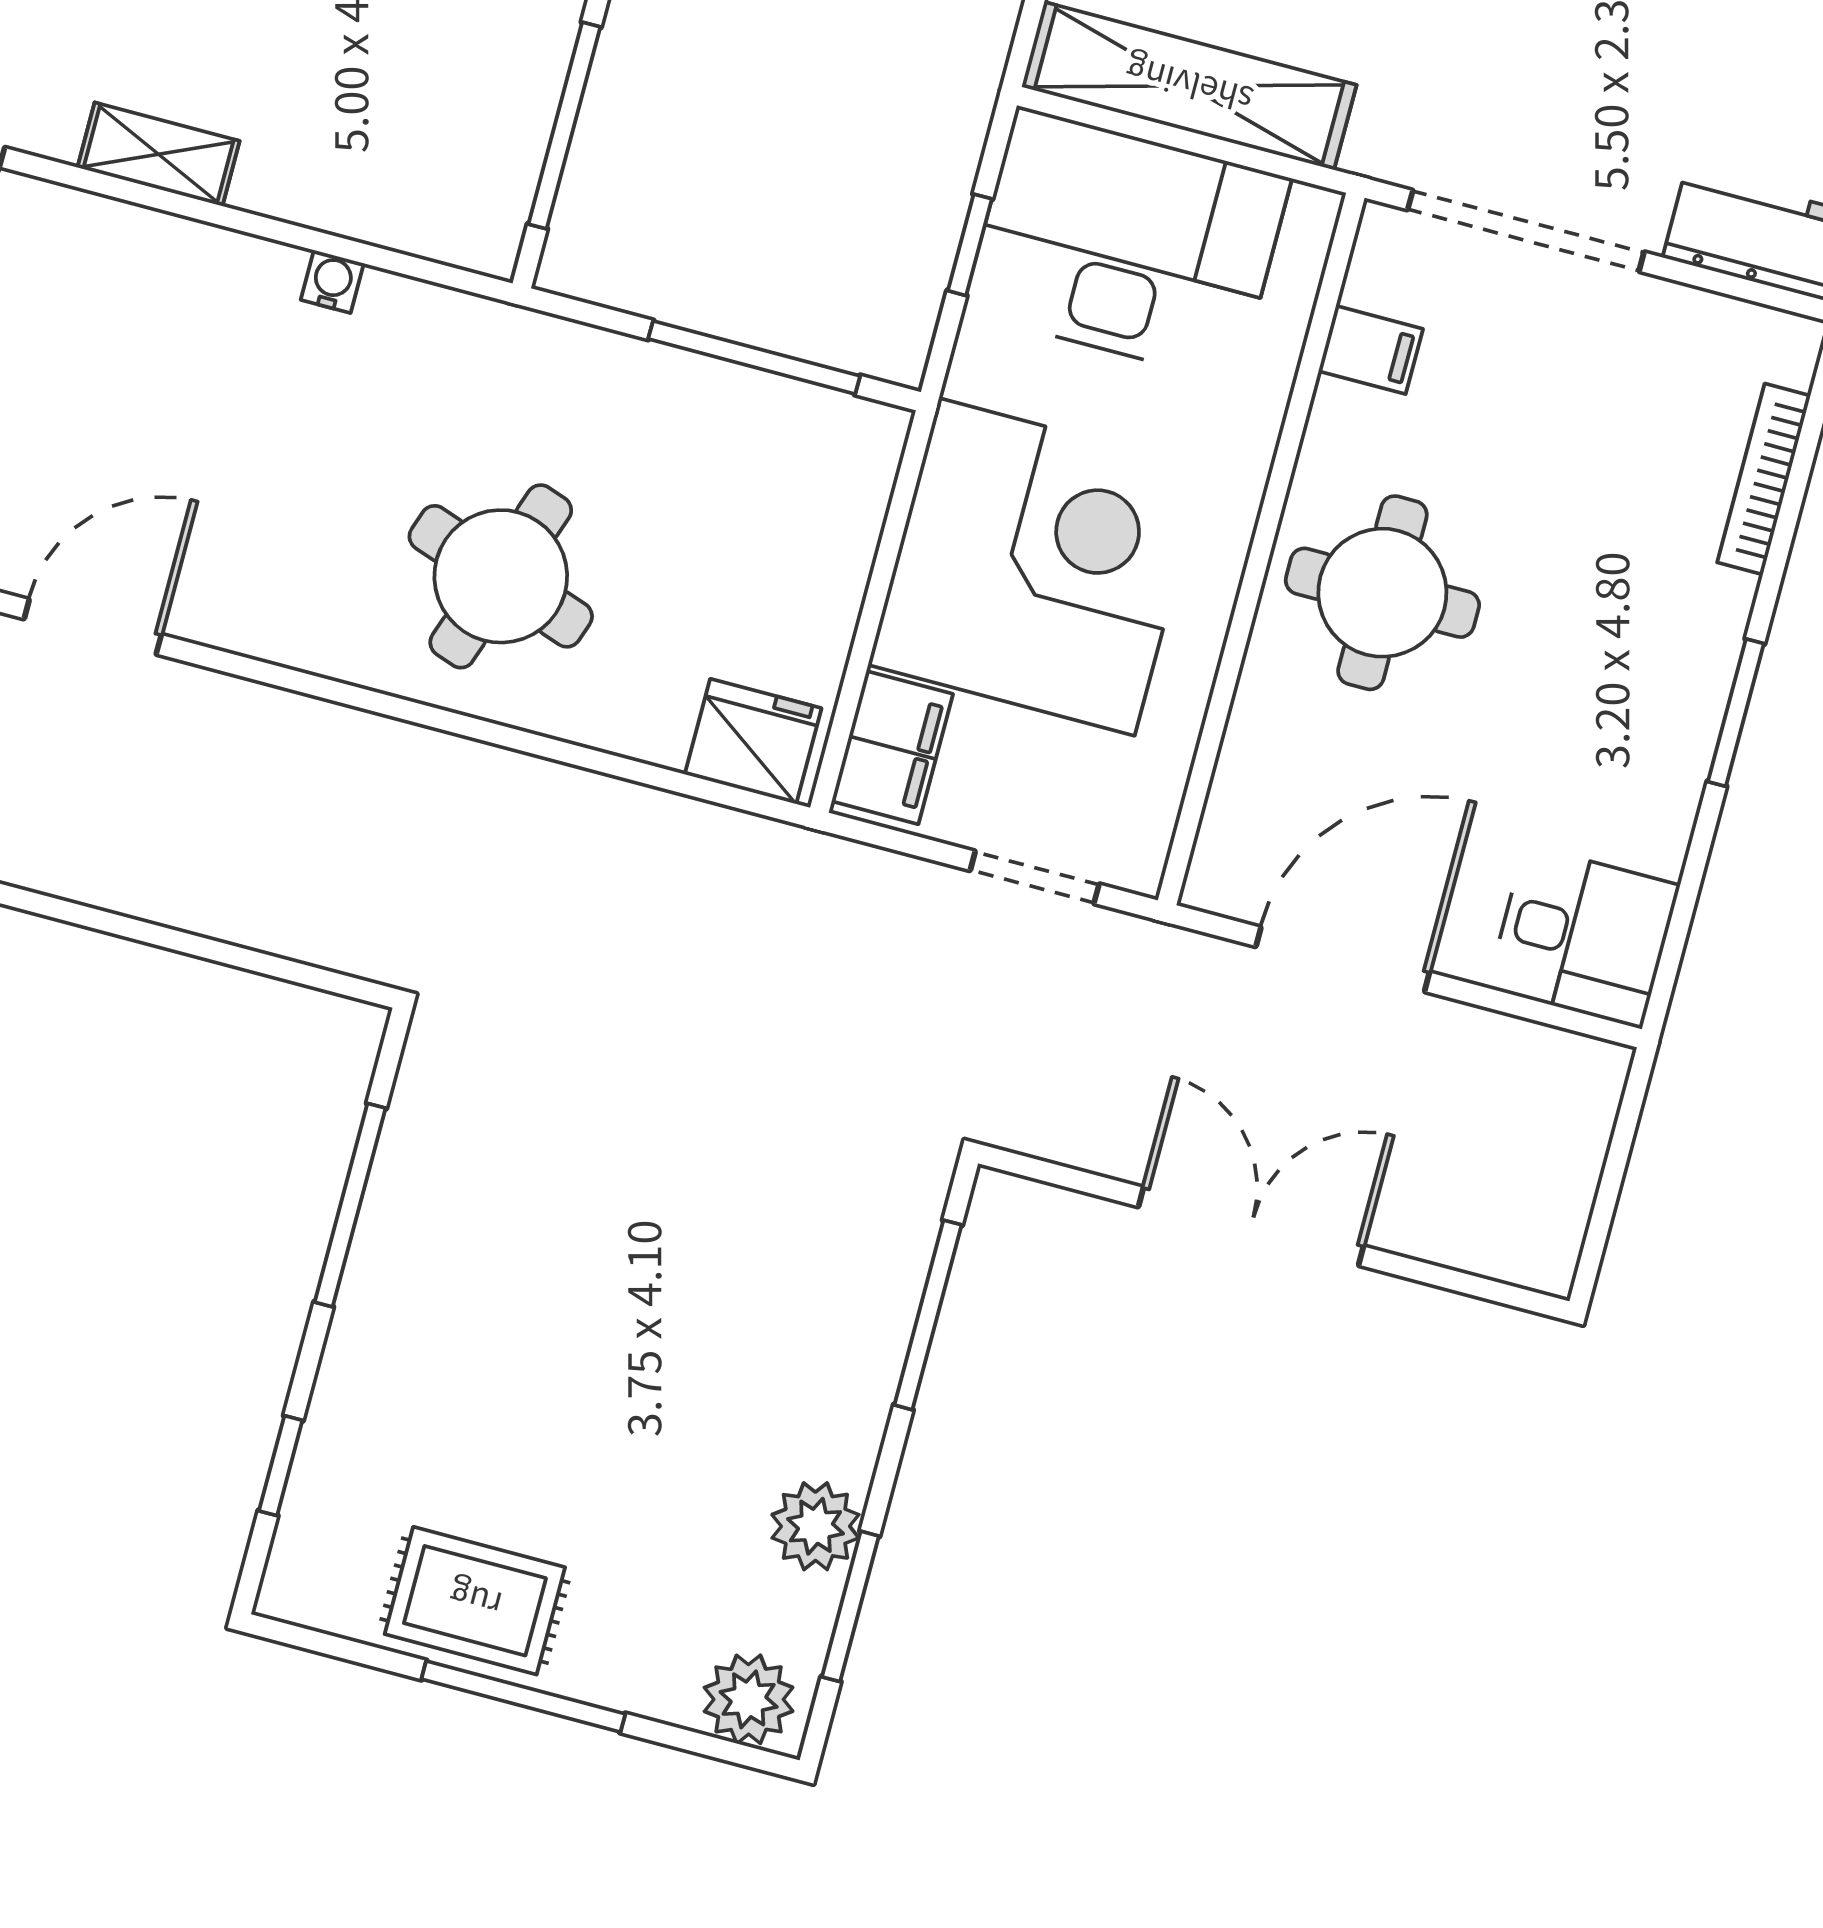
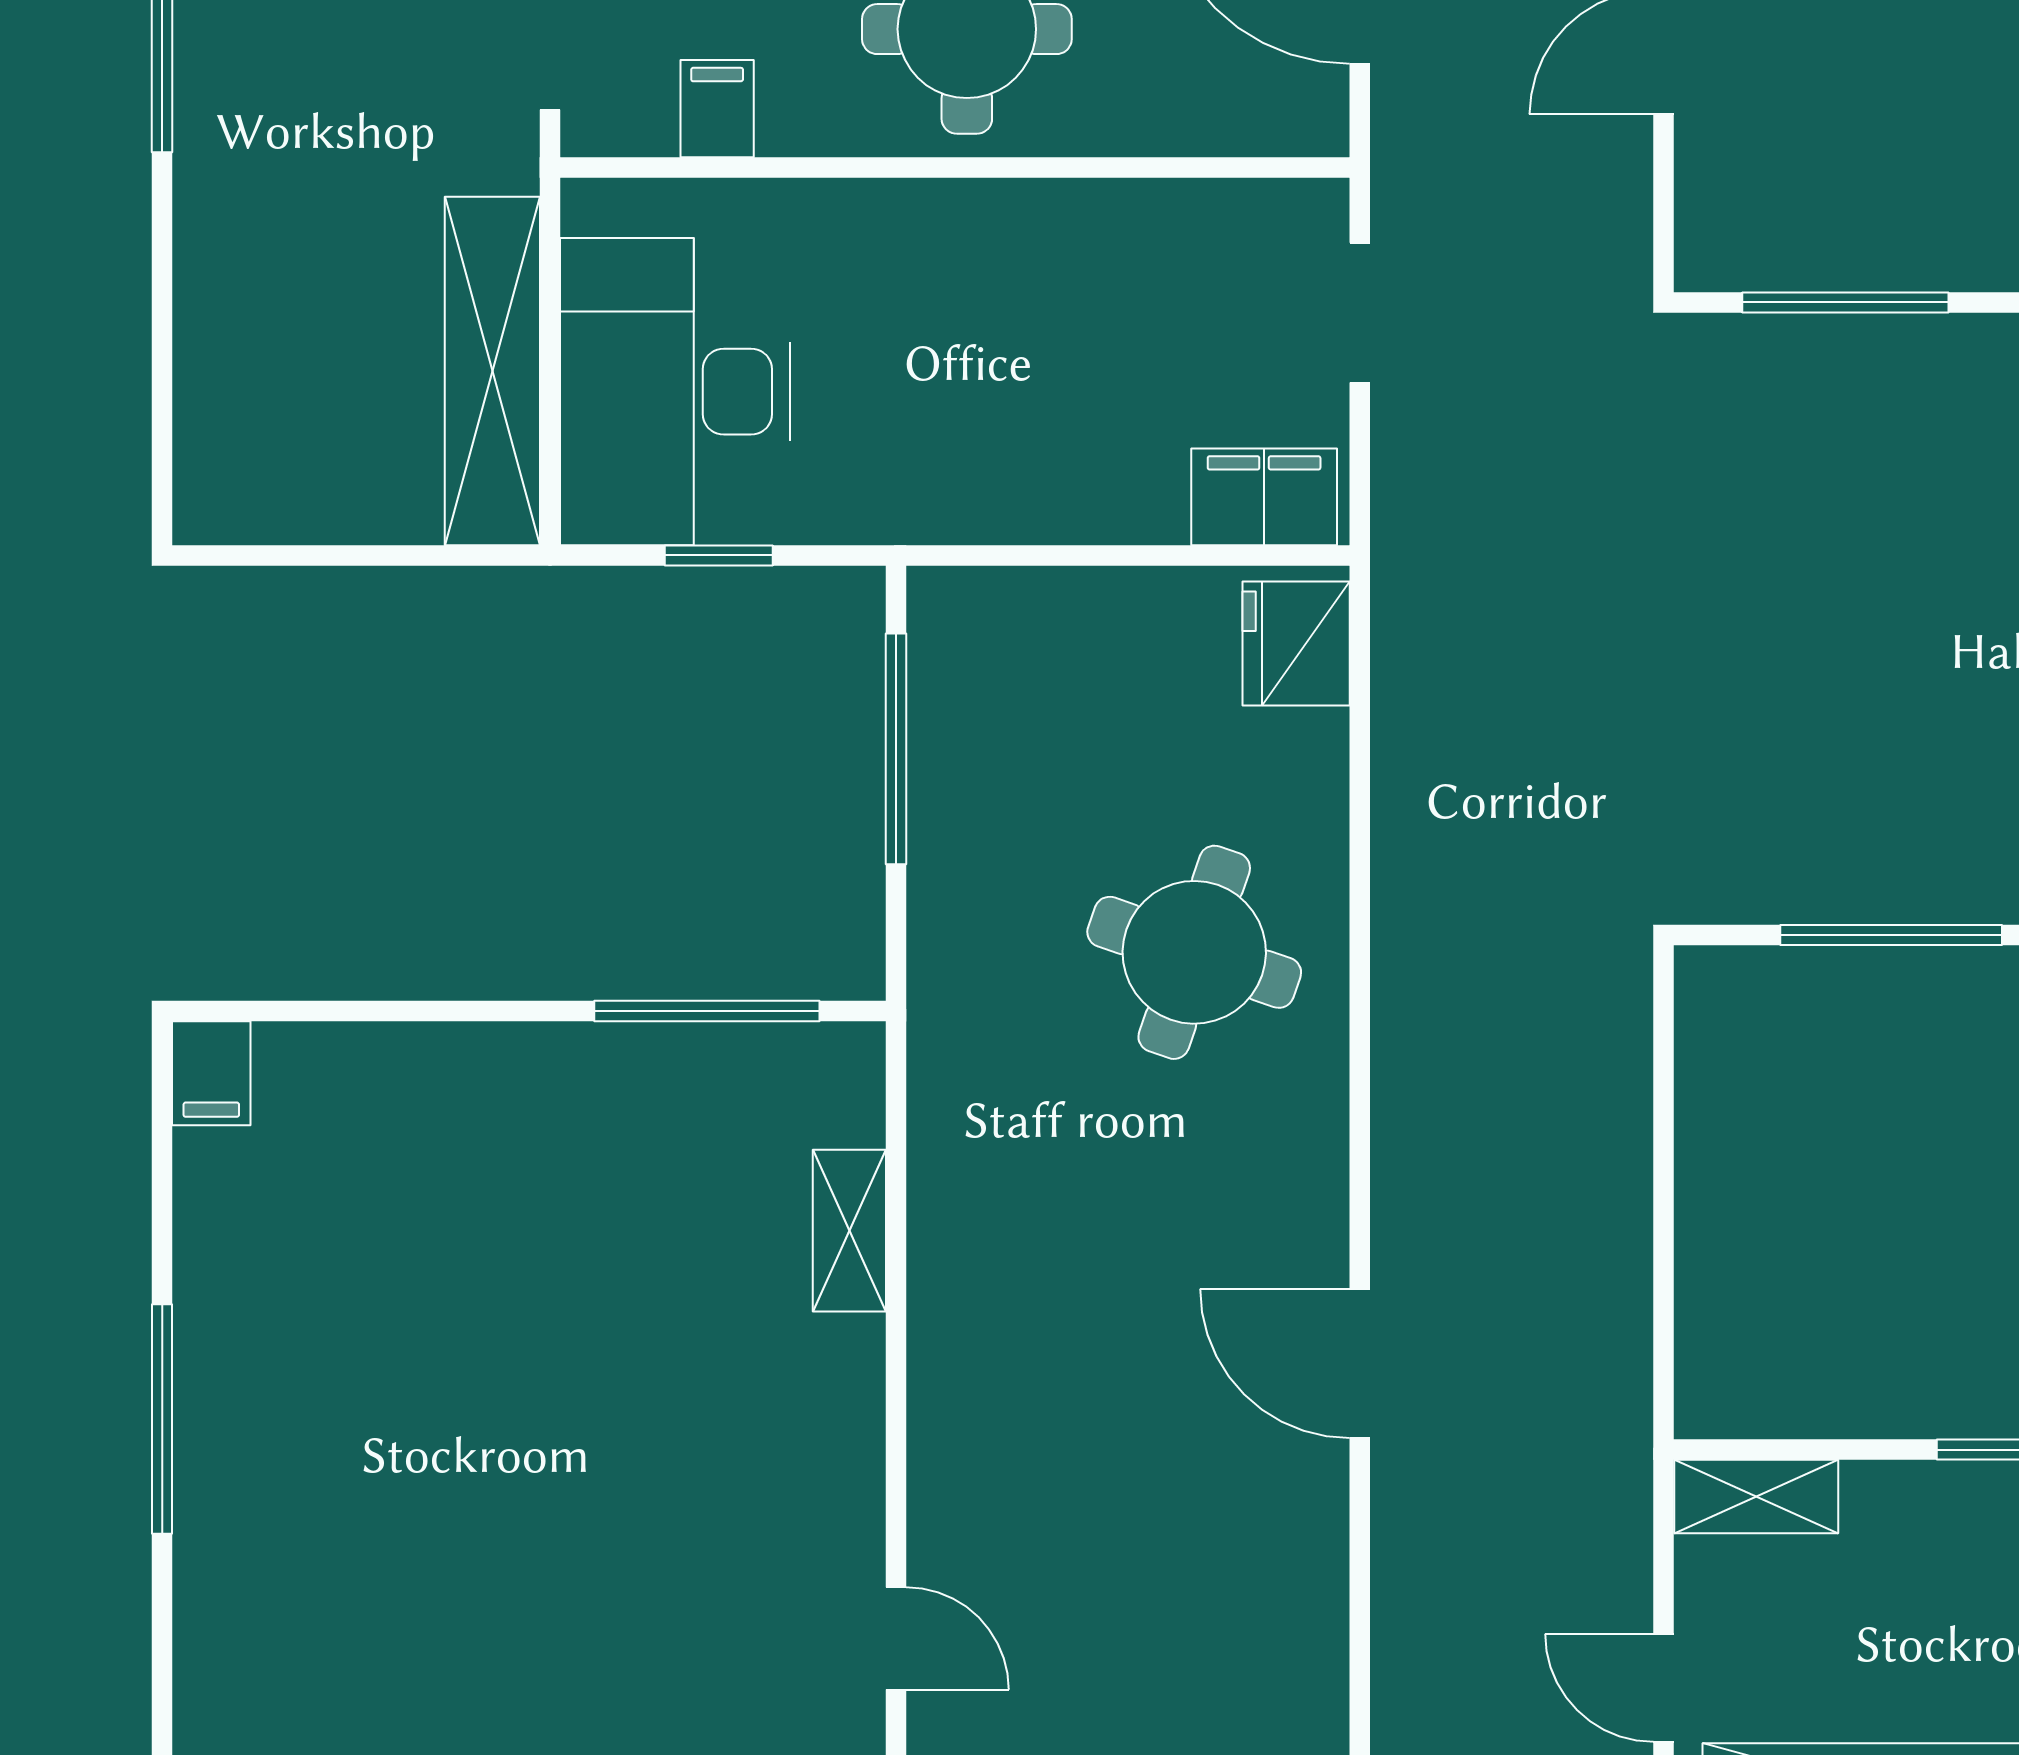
shelving: (158, 154) -> (849, 1231), moved
water cooler: (332, 282) -> (934, 1210), removed
corner desk: (1037, 567) -> (1036, 396), removed

